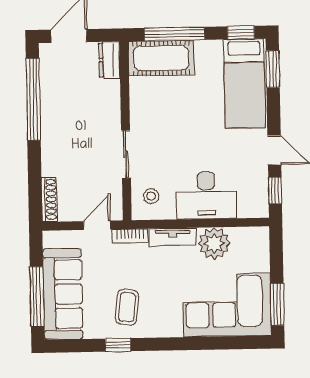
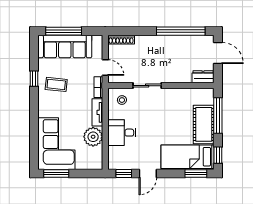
cot: (161, 58) -> (204, 124), moved
desk: (206, 195) -> (122, 133), width x0.73

